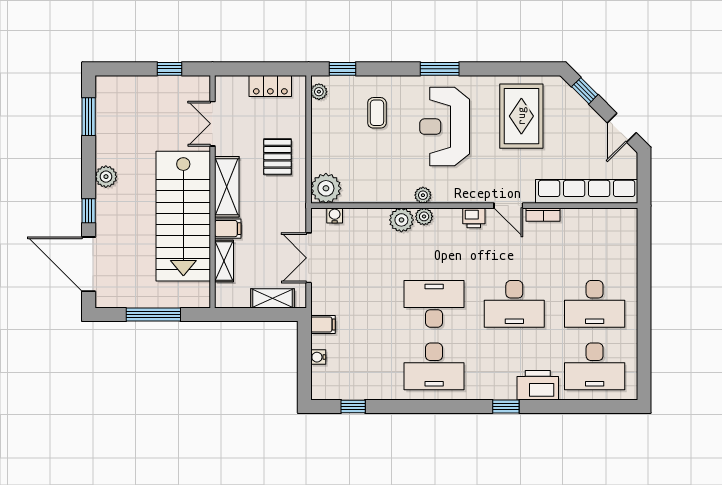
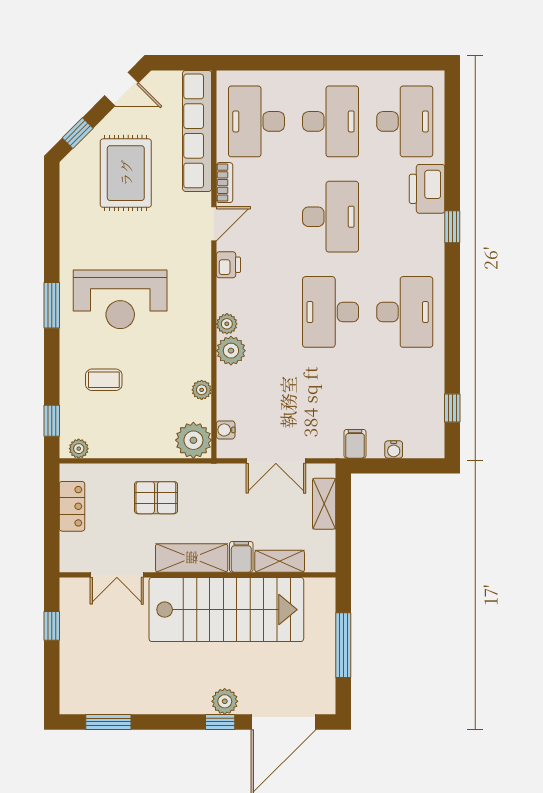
rug: (521, 116) -> (126, 173), moved, turned 90
plant: (106, 177) -> (225, 701), moved
plant: (423, 195) -> (202, 390), moved
desk: (595, 241) -> (256, 121), added

